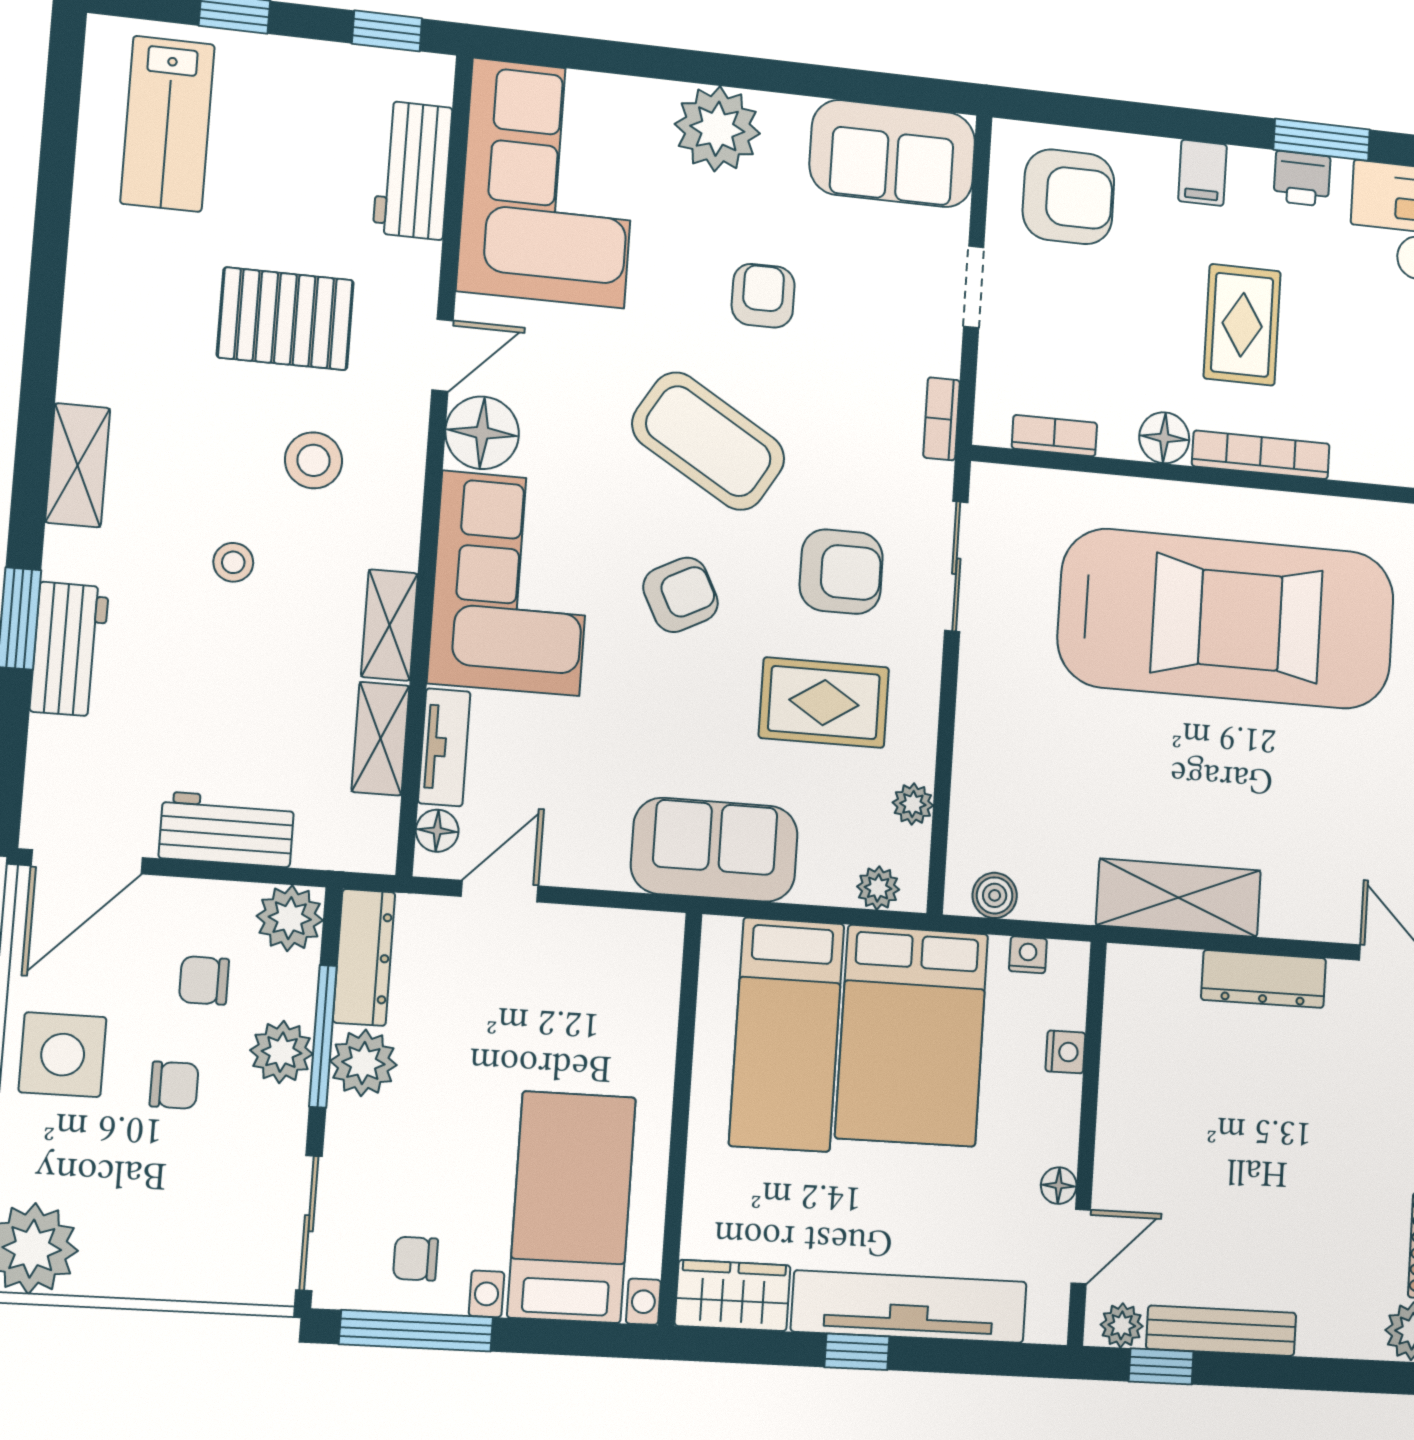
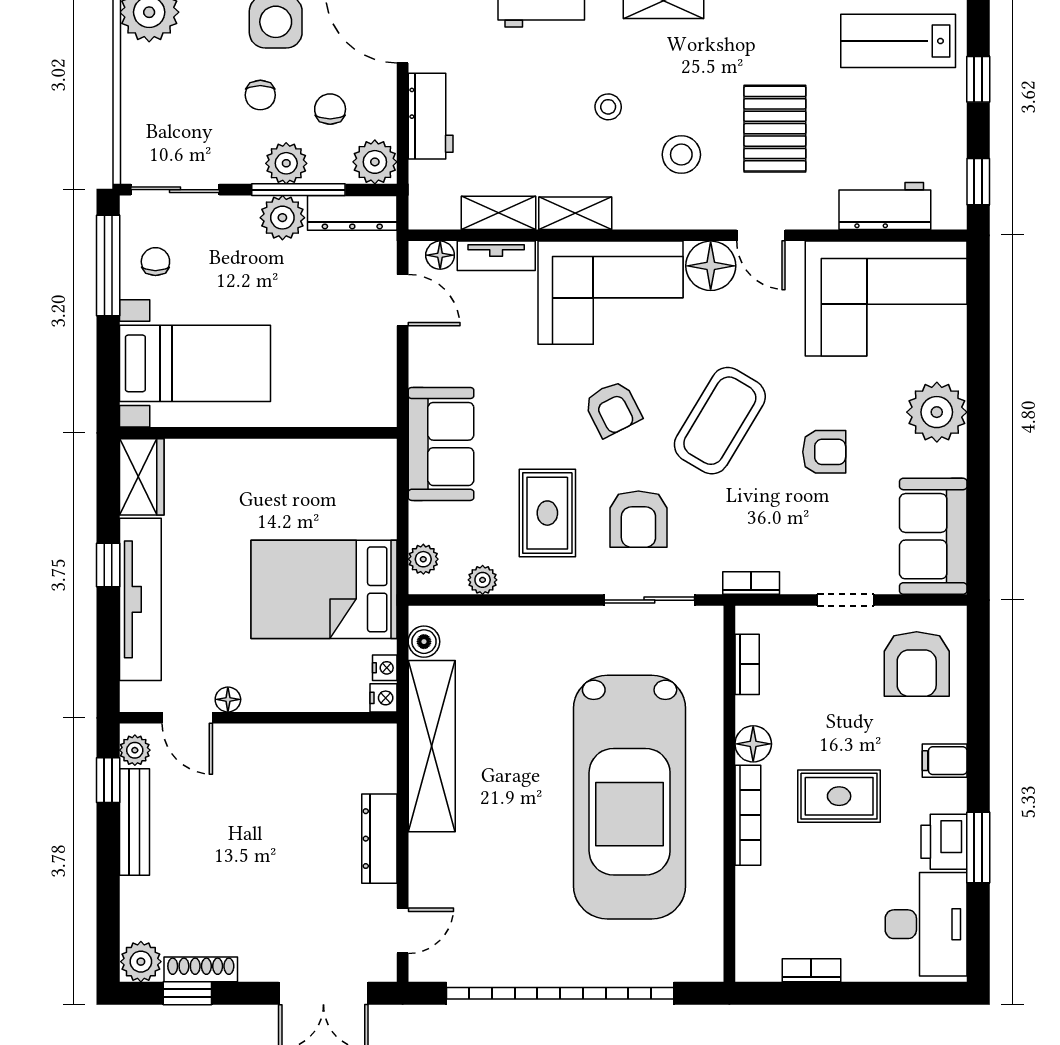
printer: (1302, 179) -> (944, 842), width x1.36, depth x1.24
shelving: (1179, 898) -> (432, 746), width x1.47
bed: (787, 1035) -> (319, 502), removed
nightstand: (1065, 1052) -> (383, 698), moved, turned -90

